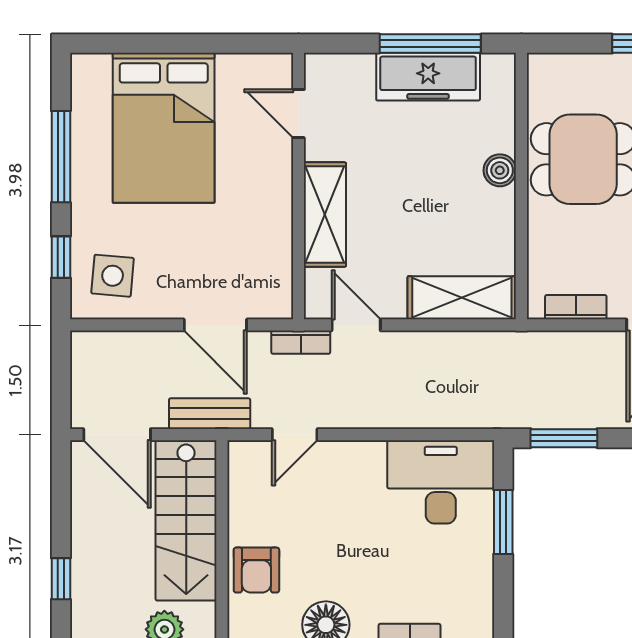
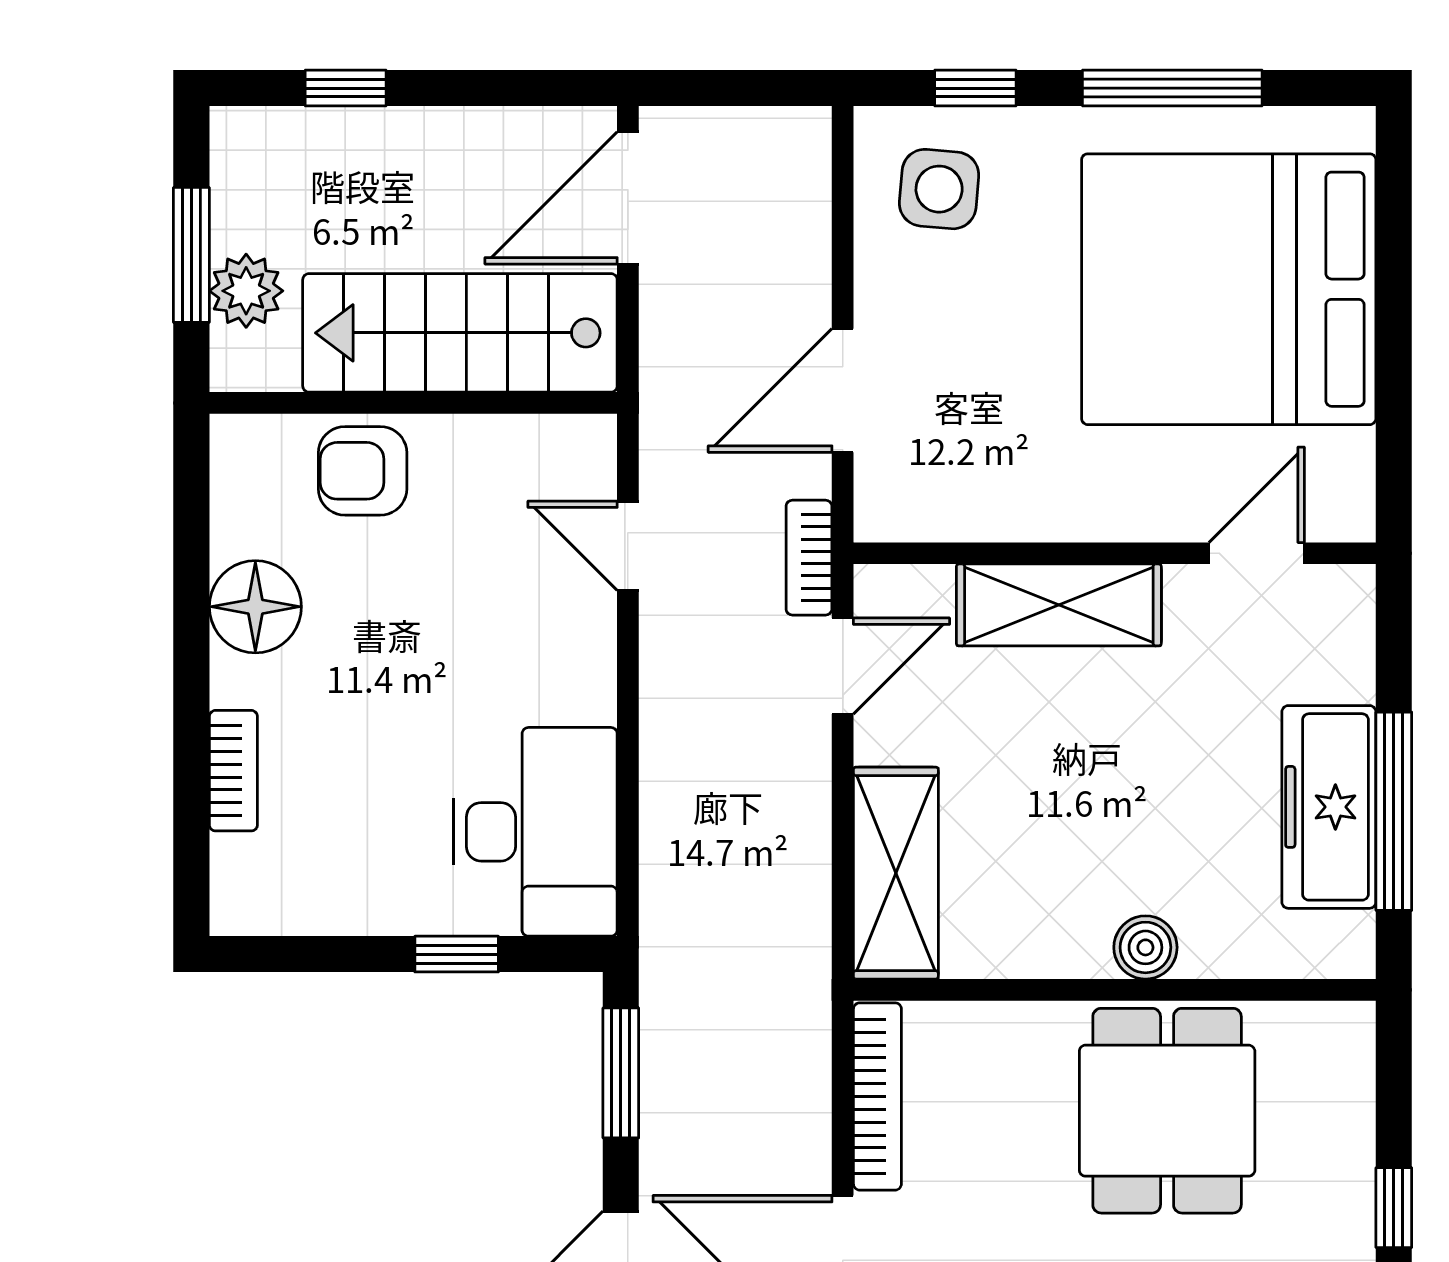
bed: (164, 128) -> (1229, 289), width x1.36
bookcase: (576, 307) -> (877, 1096), width x1.56
bench: (210, 414) -> (669, 379), removed
window: (503, 522) -> (457, 954), width x0.67

